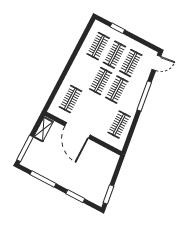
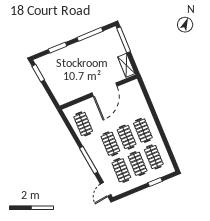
clothes rail: (70, 99) -> (143, 130), moved
door: (77, 130) -> (104, 90), swing flipped

